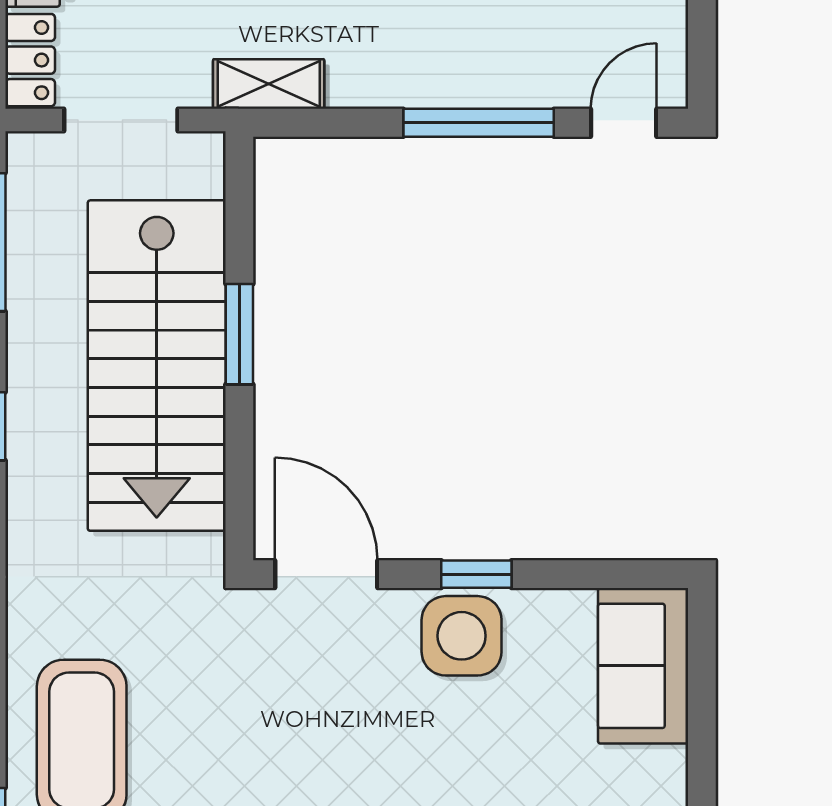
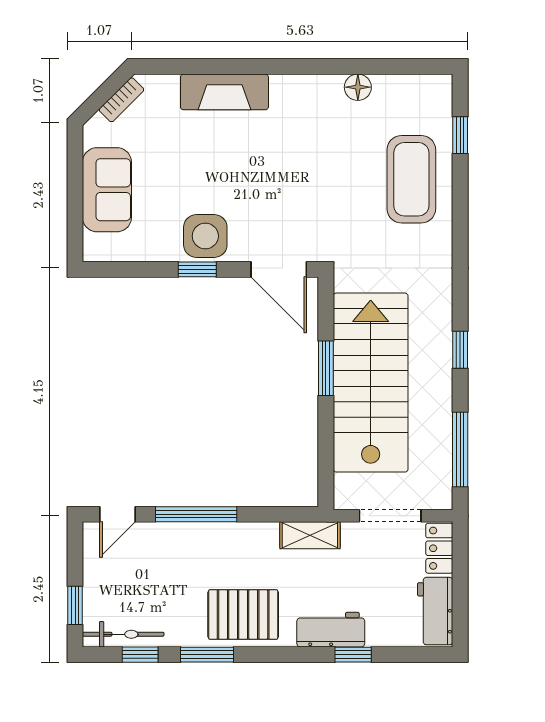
window: (239, 334) -> (326, 368), moved
sofa: (643, 666) -> (107, 190), moved

